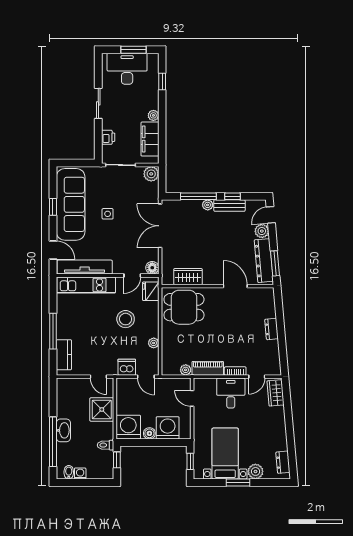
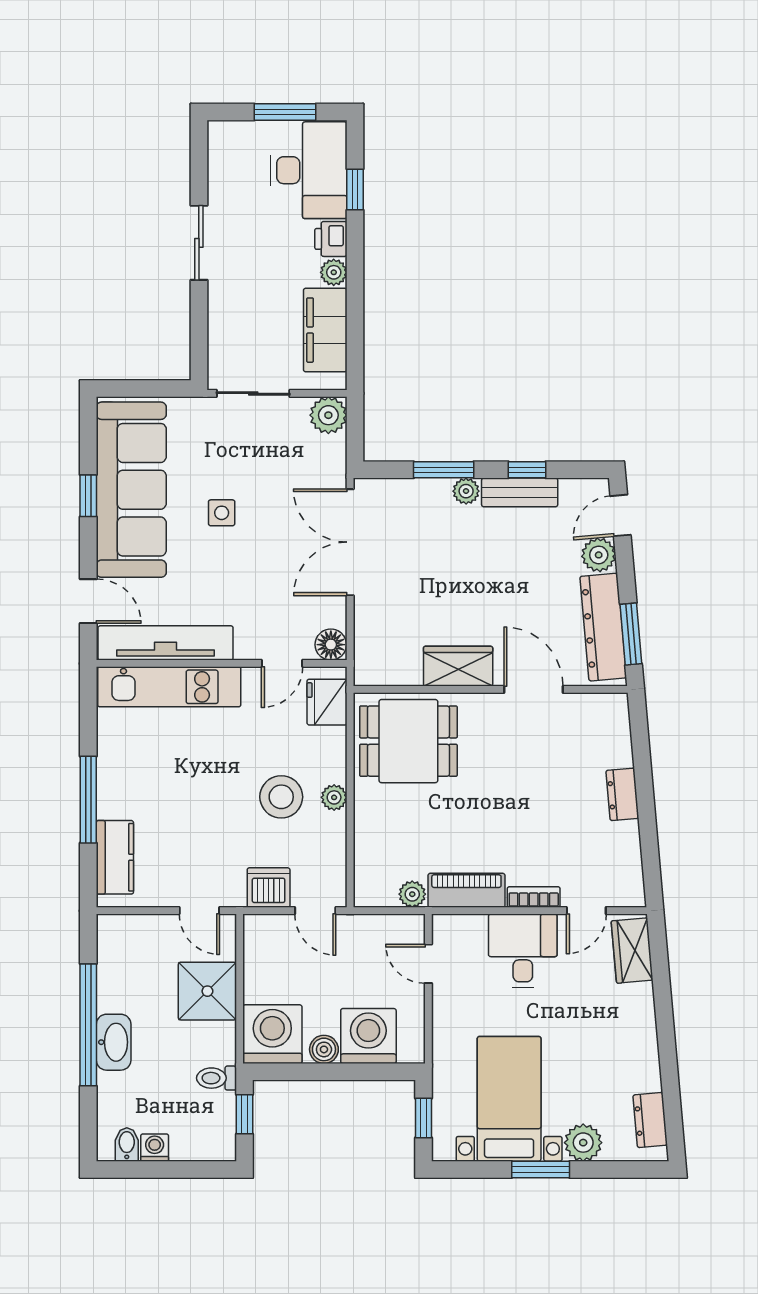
desk: (127, 69) -> (309, 170), moved, turned 90
printer: (108, 137) -> (331, 239), moved, turned 180
window: (198, 196) -> (444, 470), width x0.69
wardrobe: (188, 277) -> (458, 666), moved
stool: (126, 319) -> (281, 797), moved
plant: (154, 343) -> (334, 797), moved
window: (53, 442) -> (88, 1025), moved

